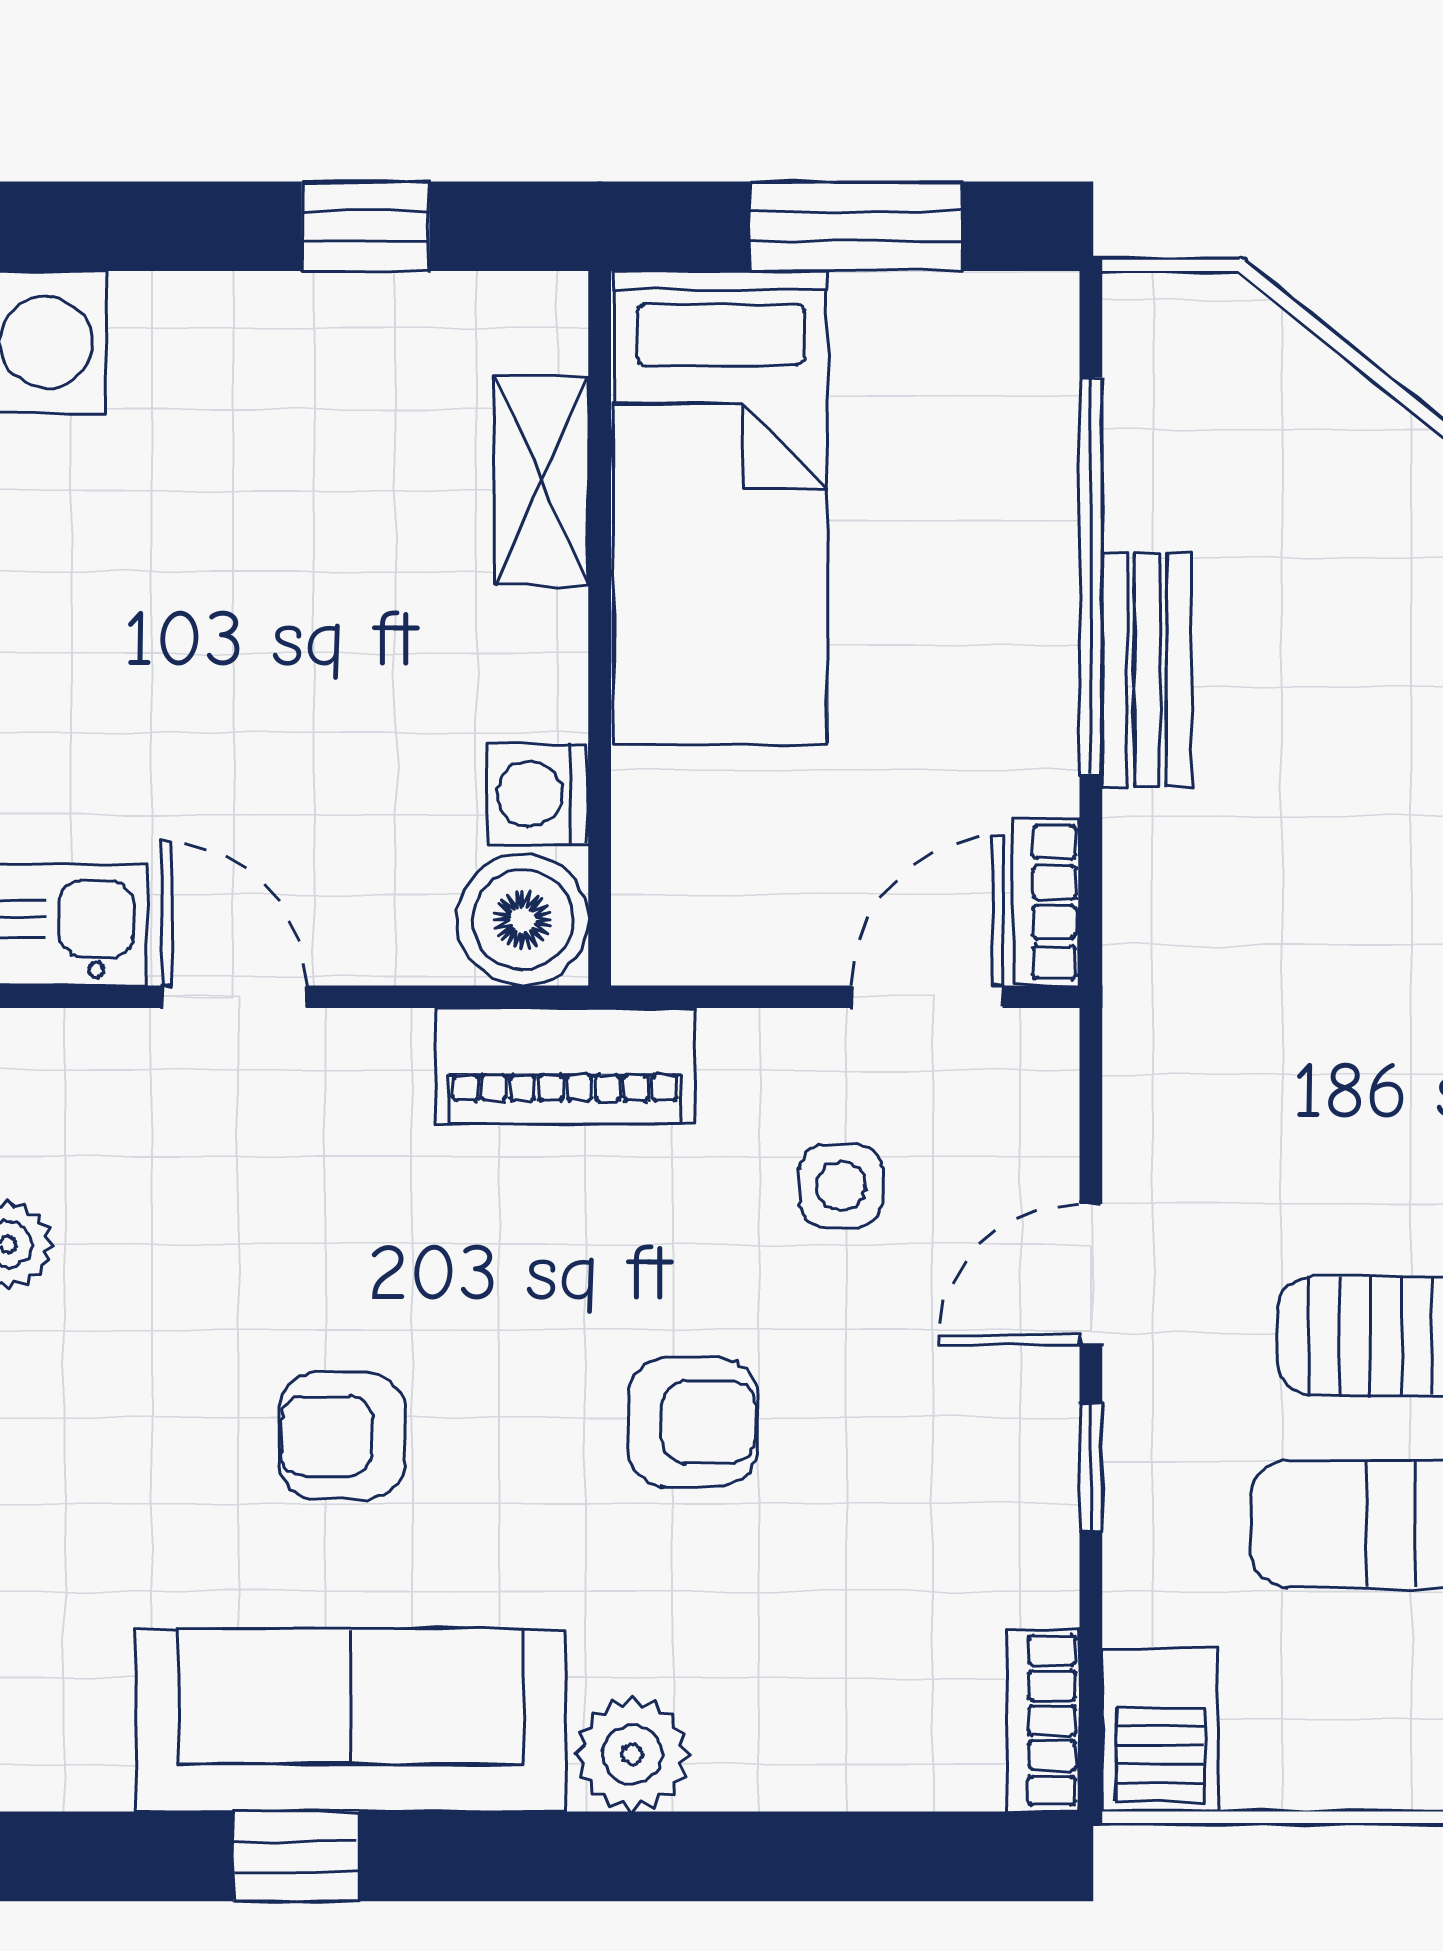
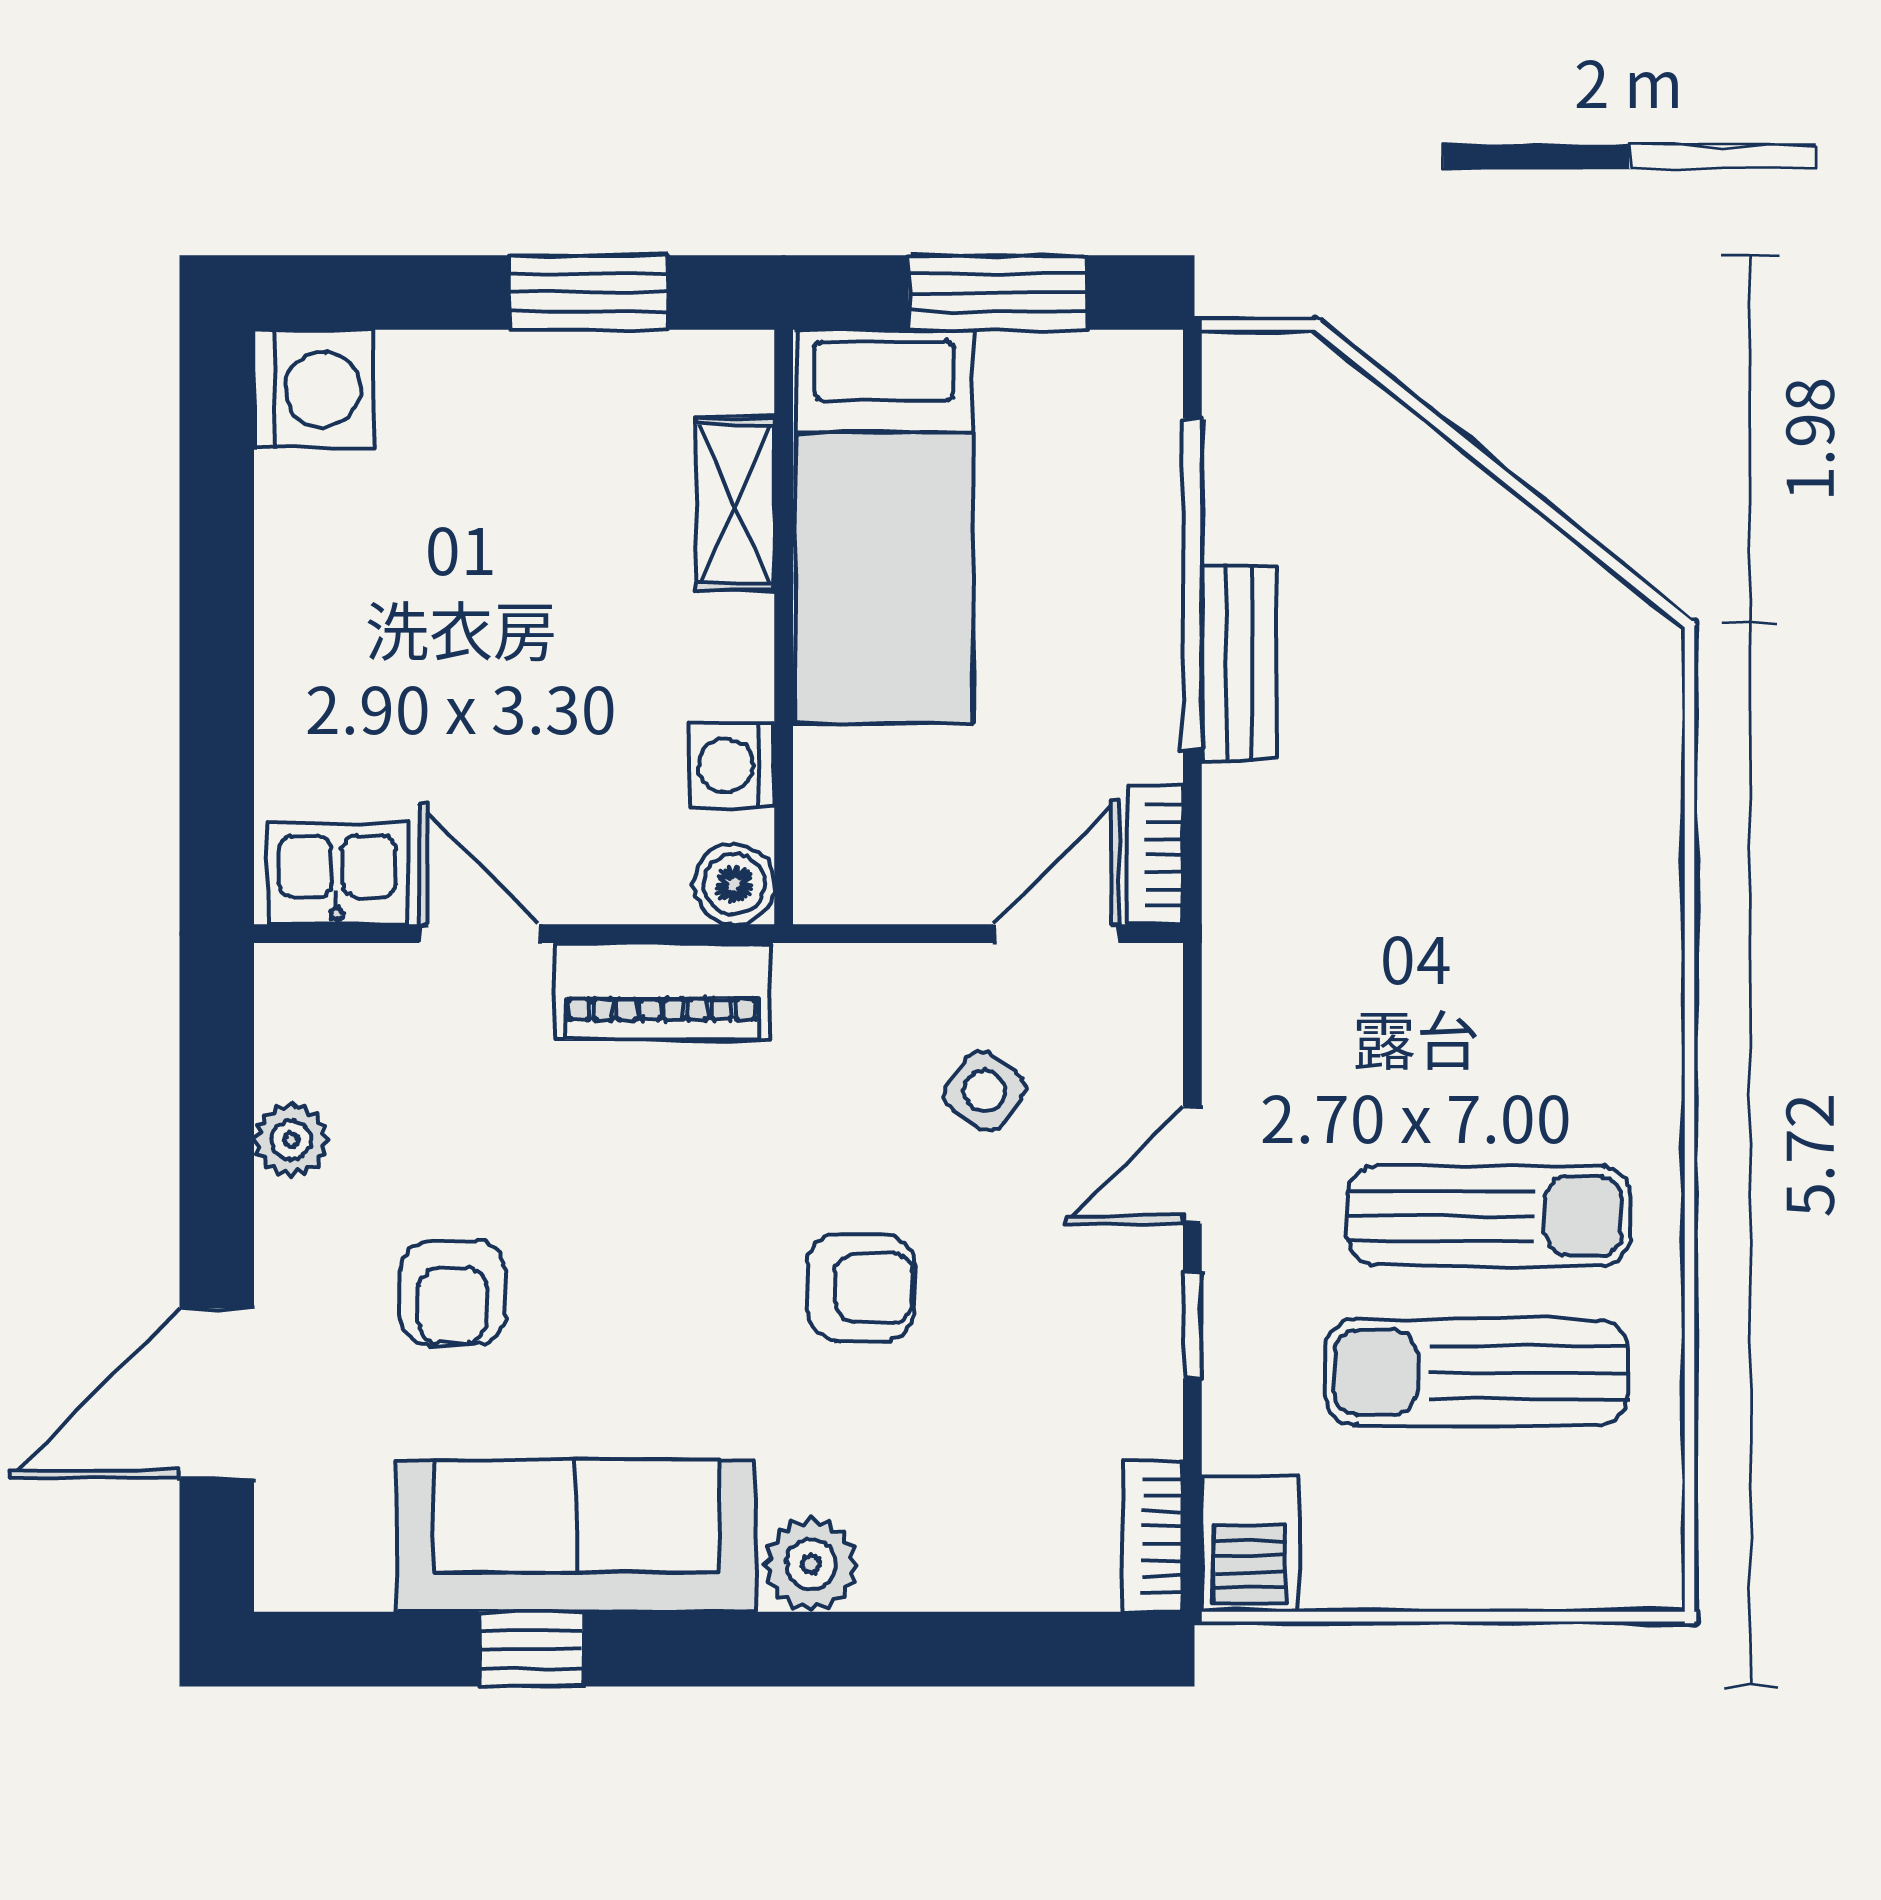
window: (365, 226) -> (589, 293), width x1.50
boiler: (523, 920) -> (734, 884), width x0.73, depth x0.73
piano: (565, 1066) -> (662, 991), moved
side table: (841, 1186) -> (985, 1091), turned 35
armchair: (342, 1436) -> (453, 1293), moved, turned -90

